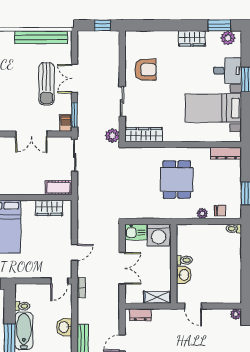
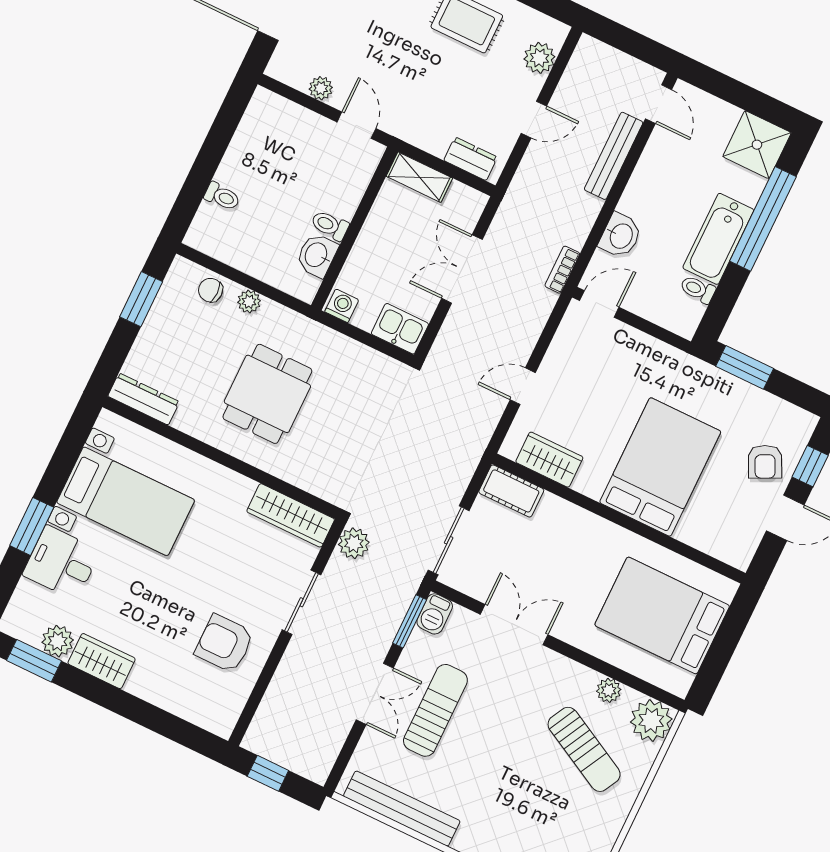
plant: (228, 38) -> (58, 641), moved
toilet: (234, 229) -> (222, 197), moved
washing machine: (159, 235) -> (342, 306), width x0.53, depth x0.53
door: (74, 252) -> (523, 386), moved
washbasin: (184, 275) -> (317, 255), moved
plant: (236, 314) -> (321, 88), moved
washbasin: (64, 327) -> (620, 236), moved

